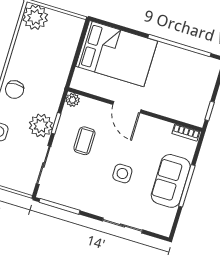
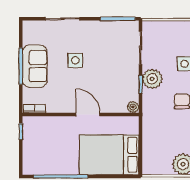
coffee table: (84, 141) -> (114, 77), removed

